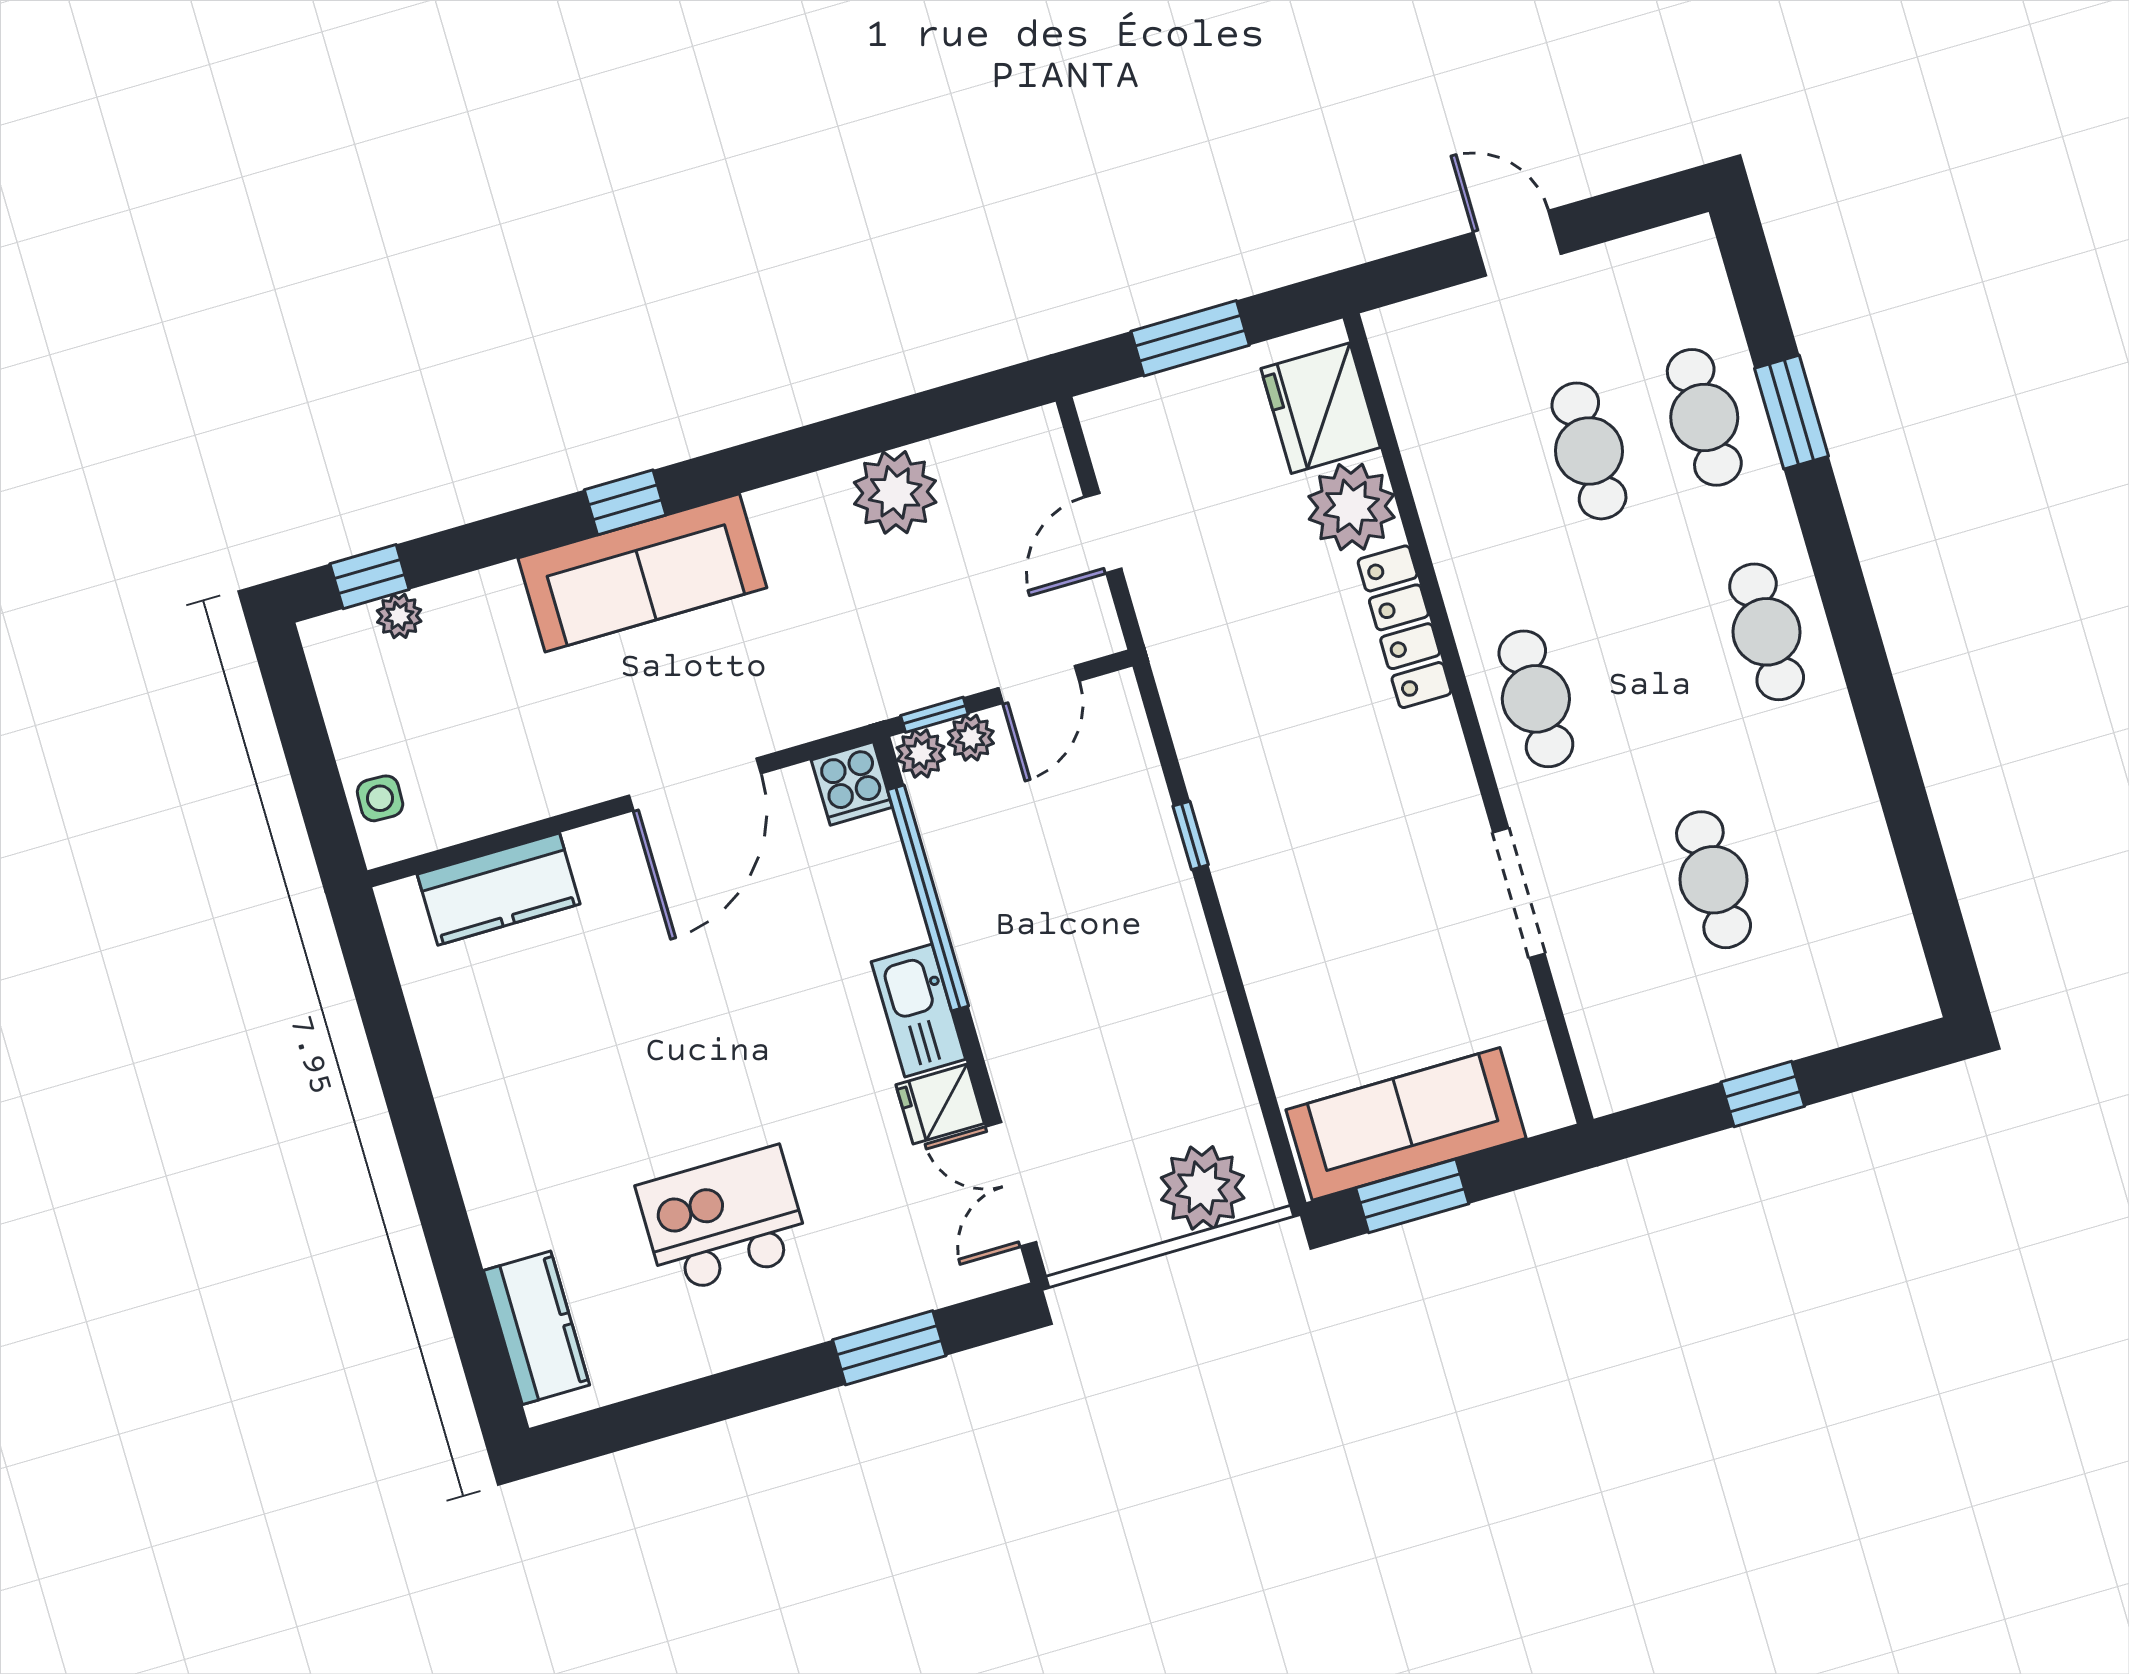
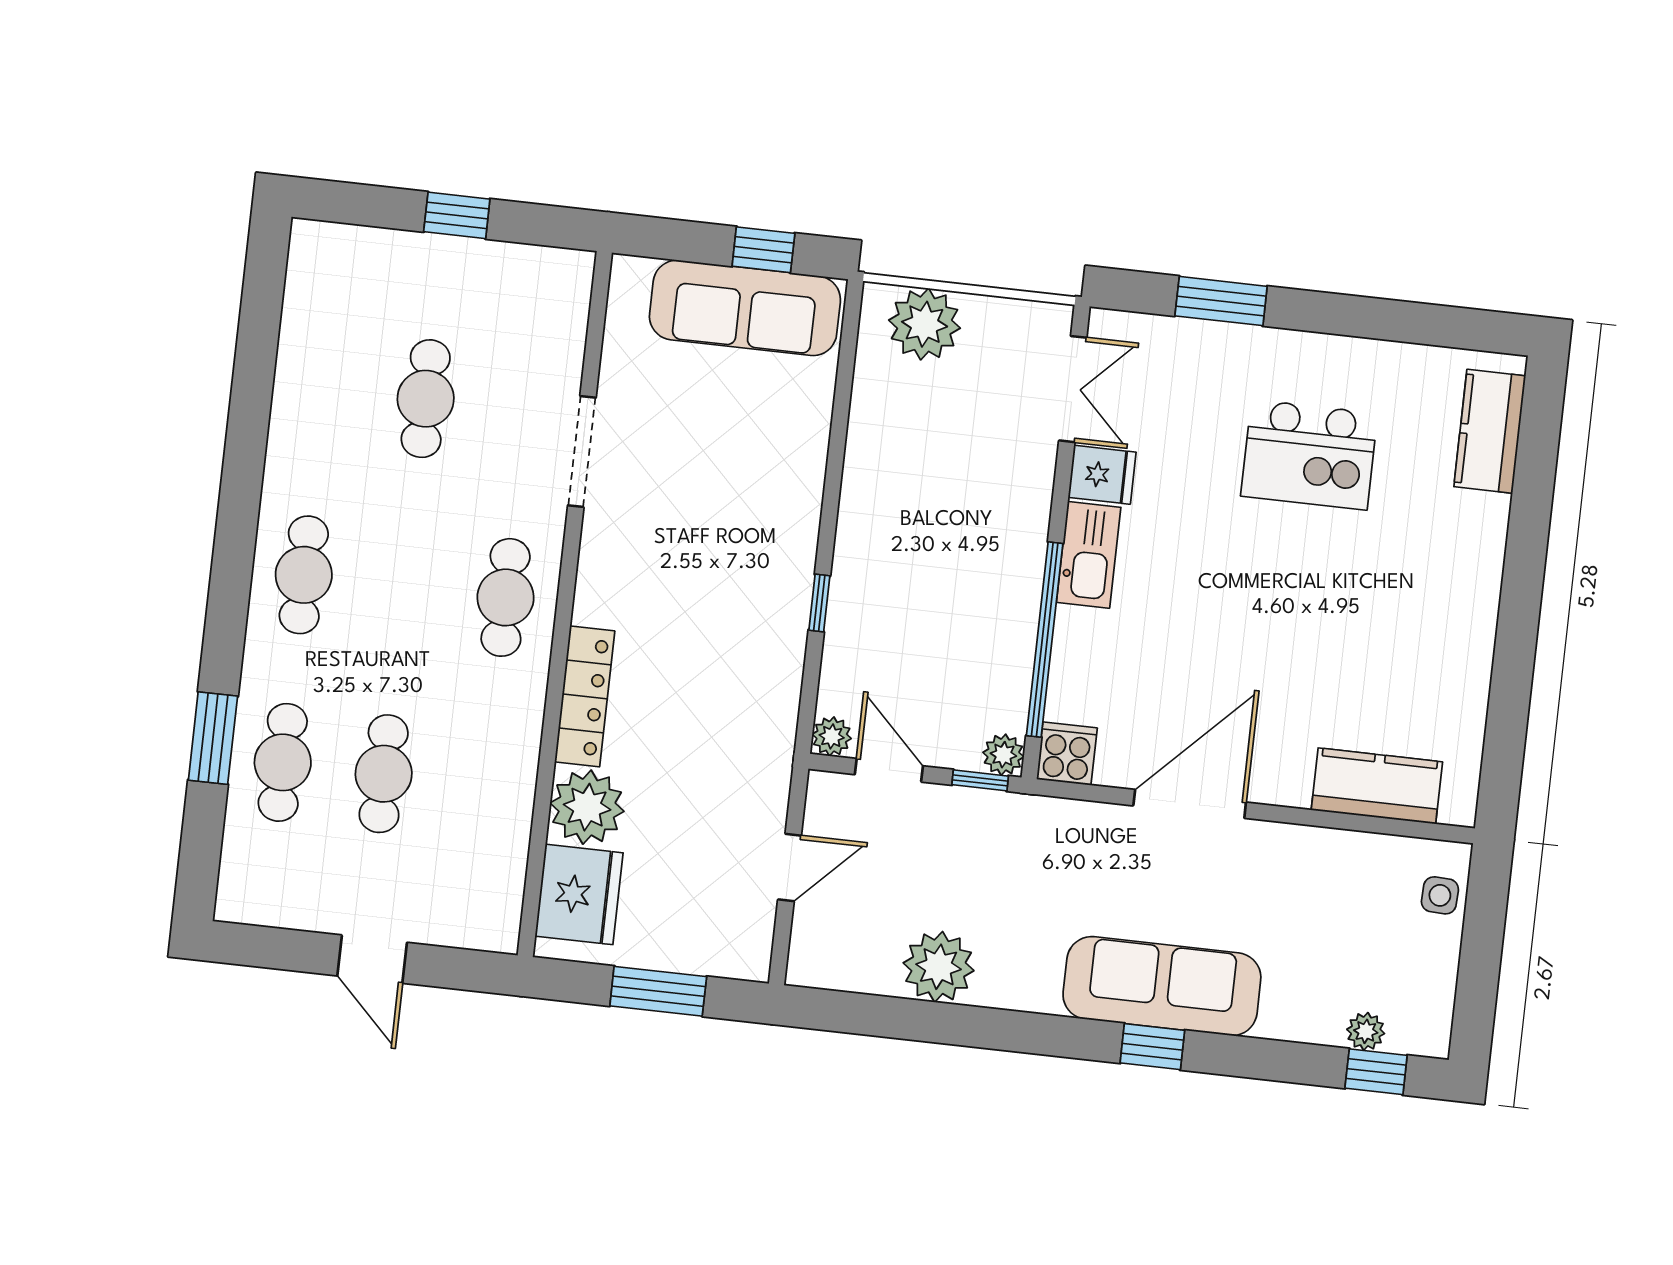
door: (1039, 685) -> (889, 770), hinge flipped
plant: (971, 738) -> (832, 736), moved
window: (1412, 1196) -> (763, 250), width x0.67

